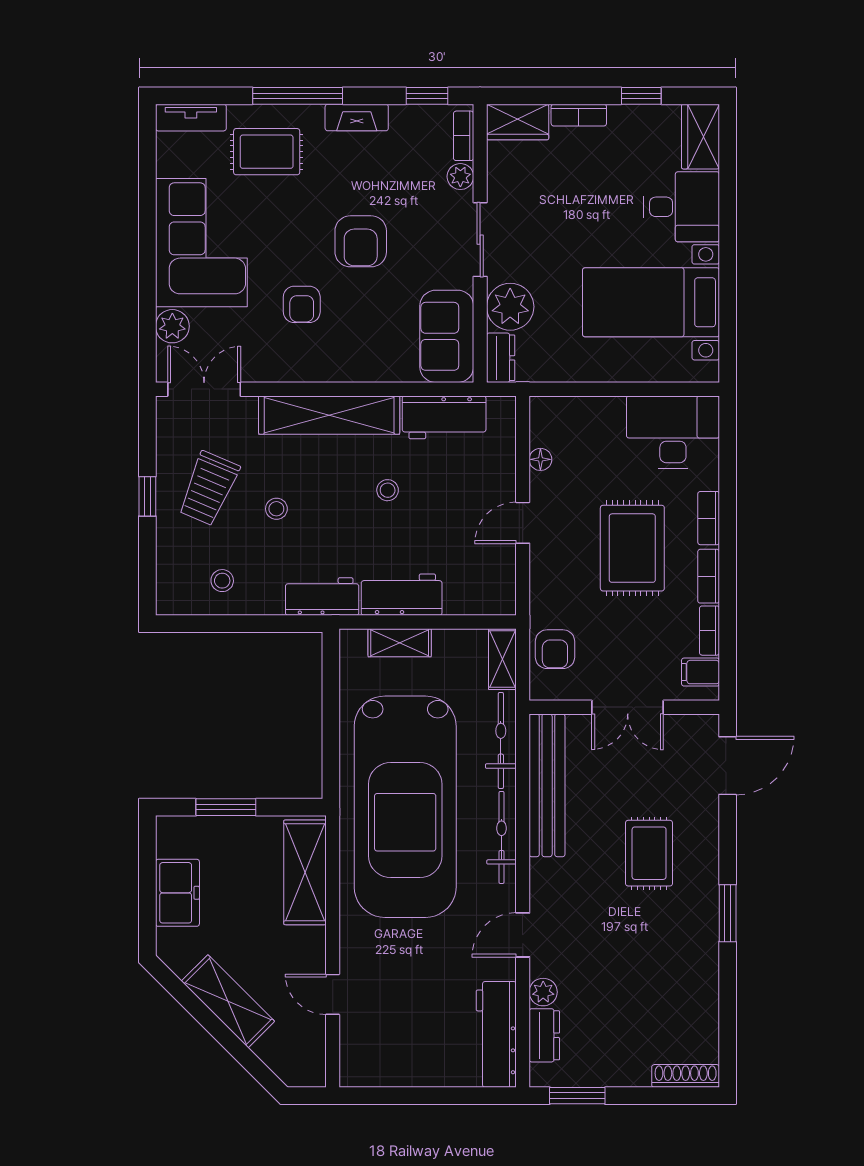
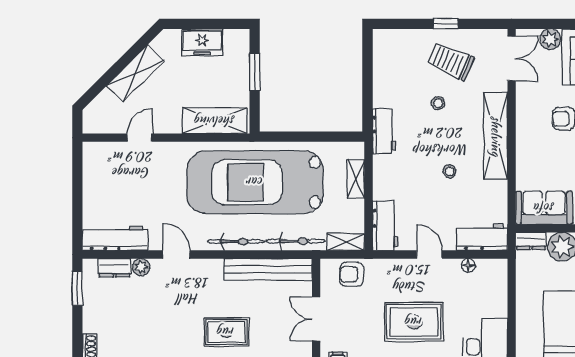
workbench: (444, 417) -> (482, 237), moved, turned 90
stool: (222, 581) -> (394, 70), removed
workbench: (402, 595) -> (385, 226), moved

